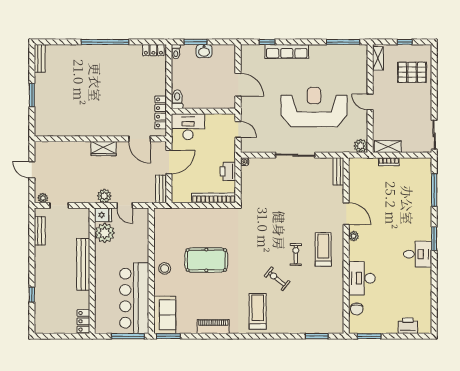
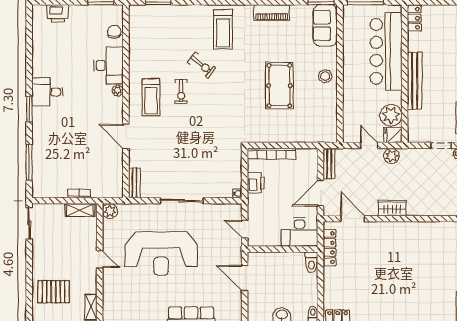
plant: (354, 236) -> (118, 90), moved
pool table: (206, 260) -> (279, 86), turned 90
bar counter: (134, 298) -> (386, 51), moved, turned 180

